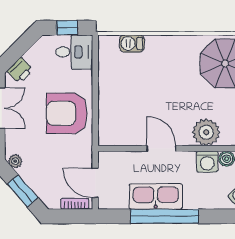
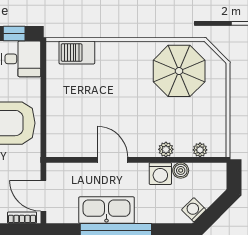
barbecue: (132, 44) -> (77, 53), width x1.38, depth x1.27
plant: (206, 132) -> (166, 149), width x0.53, depth x0.53

